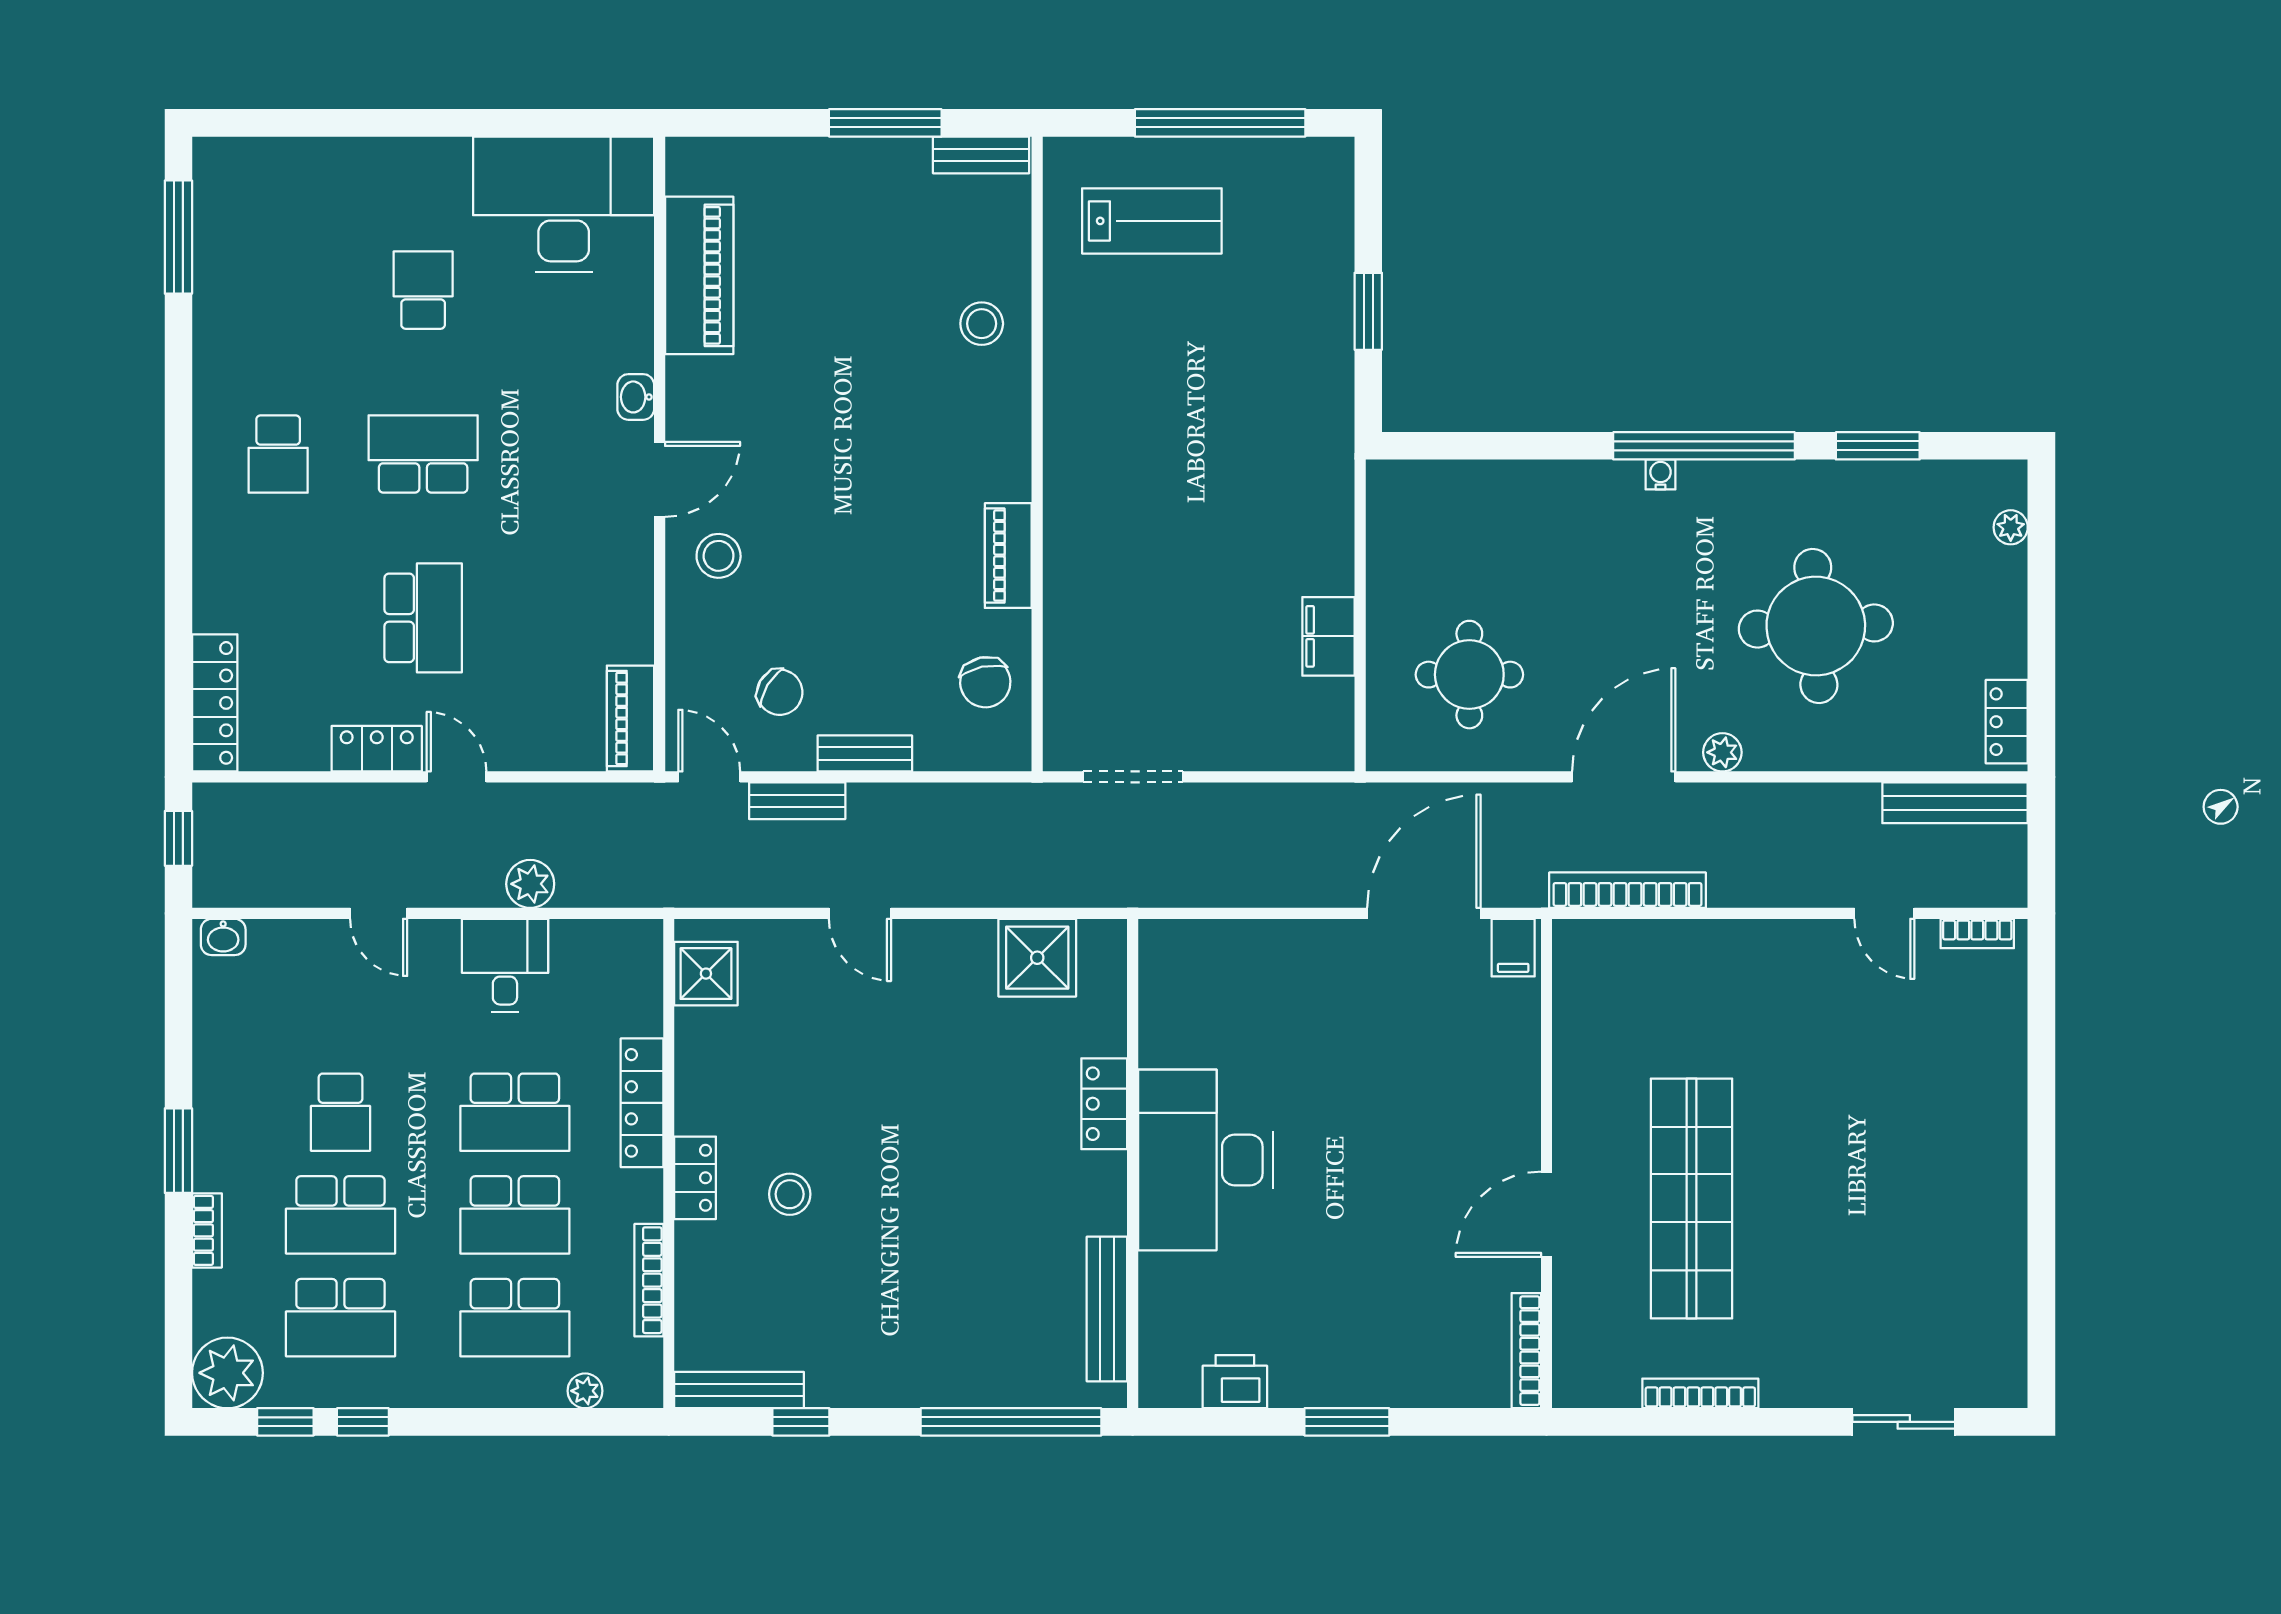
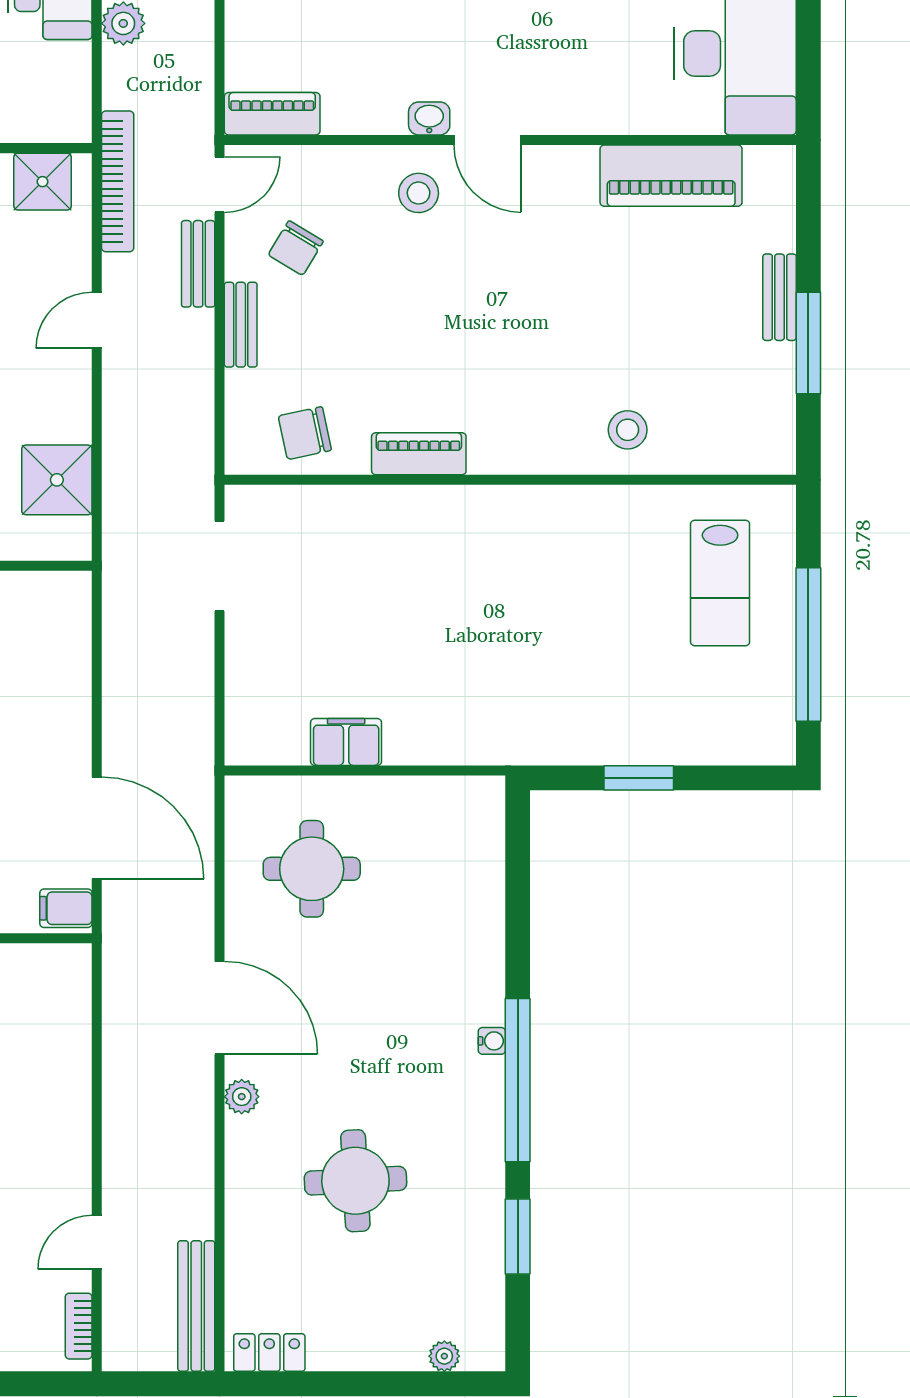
bench: (981, 155) -> (780, 297), moved
washbasin: (636, 397) -> (429, 118), moved
round table: (1816, 626) -> (355, 1181), width x0.73, depth x0.73
bookcase: (1628, 890) -> (118, 181), moved

